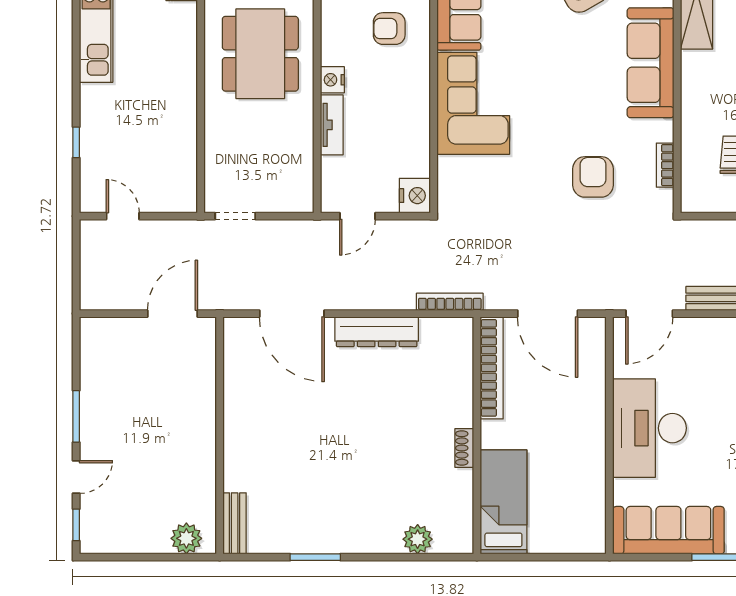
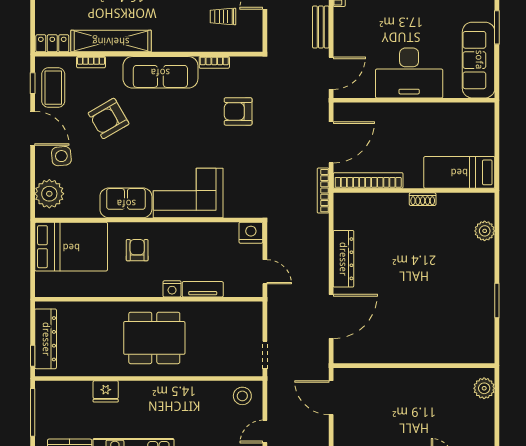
armchair: (389, 29) -> (137, 250), turned 180
bookcase: (665, 165) -> (214, 62), moved
stool: (175, 183) -> (242, 396), added
bookcase: (450, 302) -> (323, 191), moved
door: (649, 314) -> (331, 73), hinge flipped
bench: (235, 523) -> (474, 355), removed

